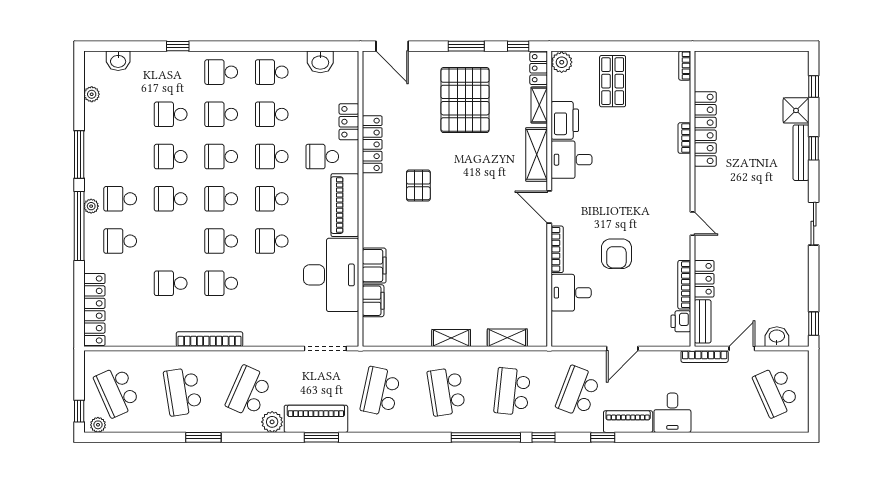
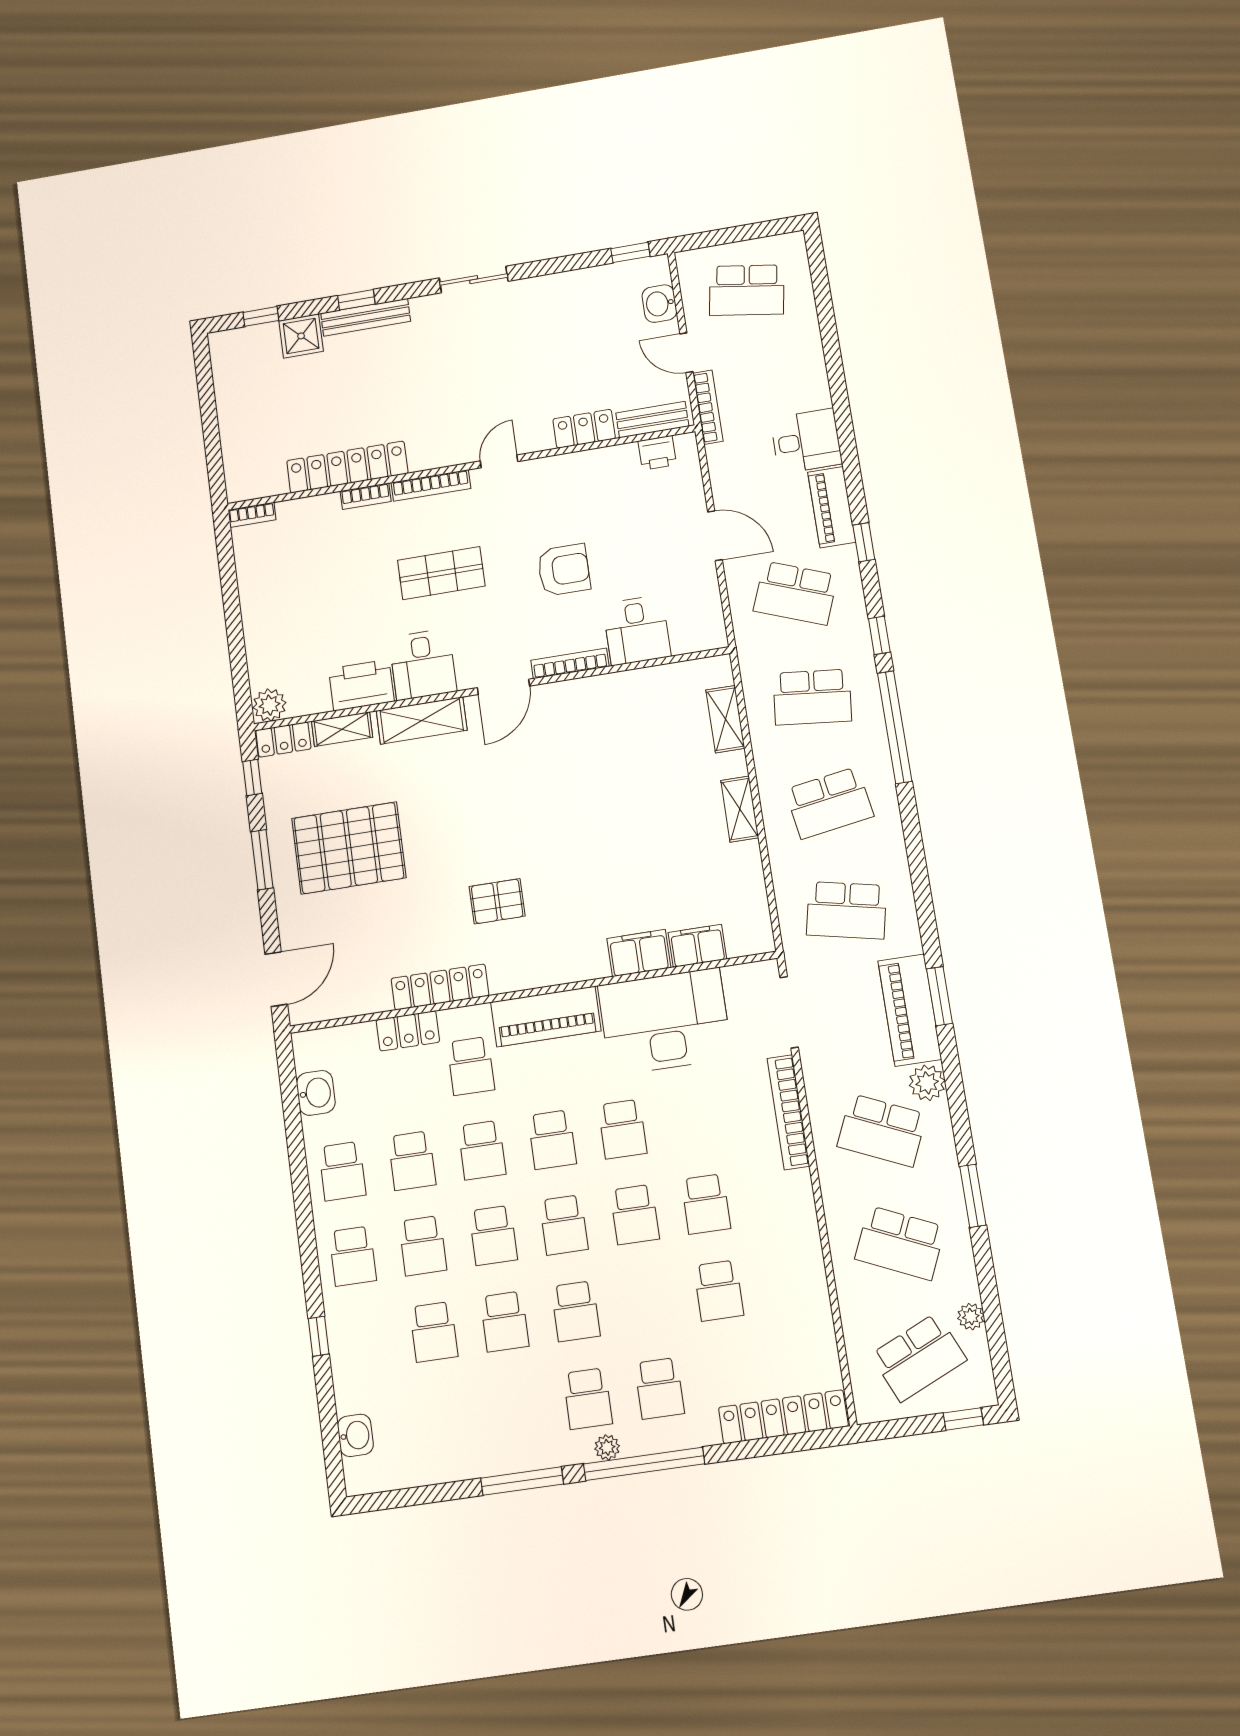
shop shelf: (613, 81) -> (441, 573), moved
plant: (92, 94) -> (417, 1473), removed
bookcase: (684, 285) -> (431, 485), moved
bookcase: (209, 339) -> (788, 1112), moved
school desk: (183, 391) -> (900, 1243), turned 33
school desk: (776, 391) -> (747, 290), turned 33
plant: (98, 425) -> (971, 1317), moved

